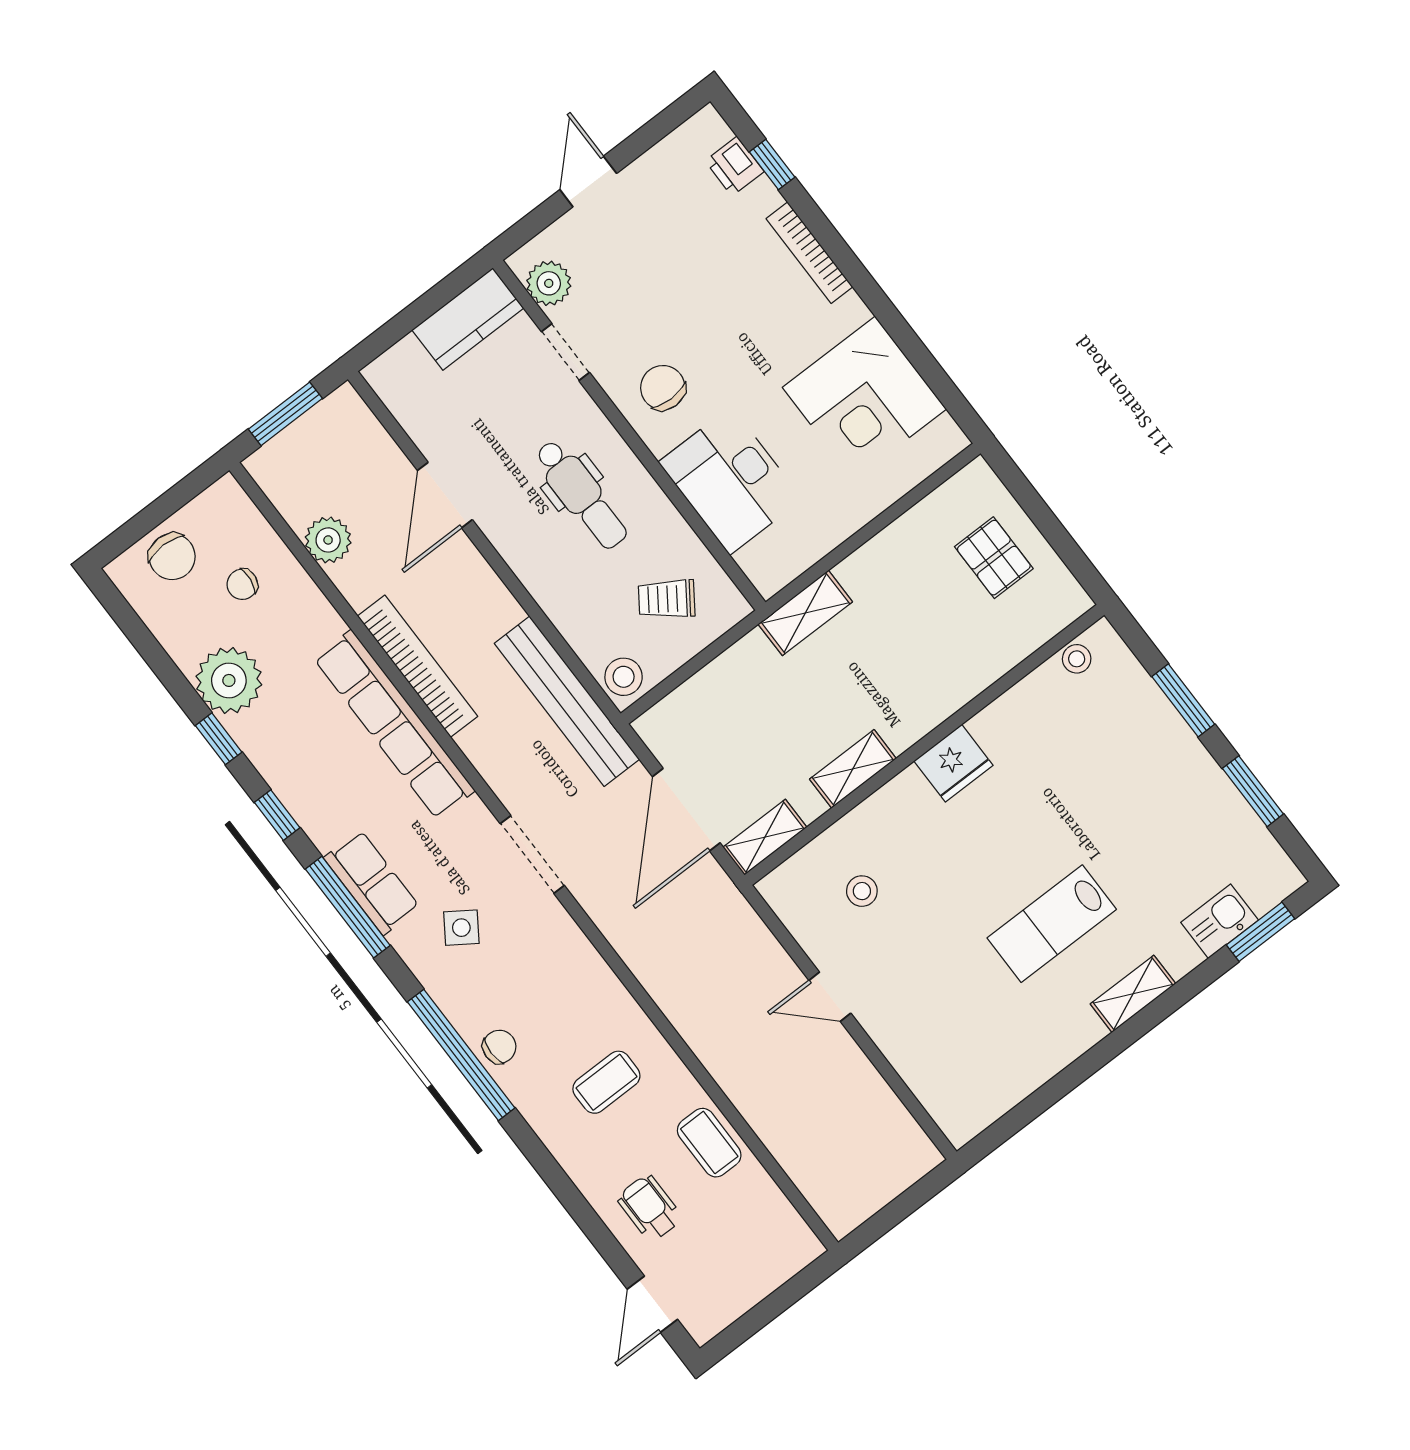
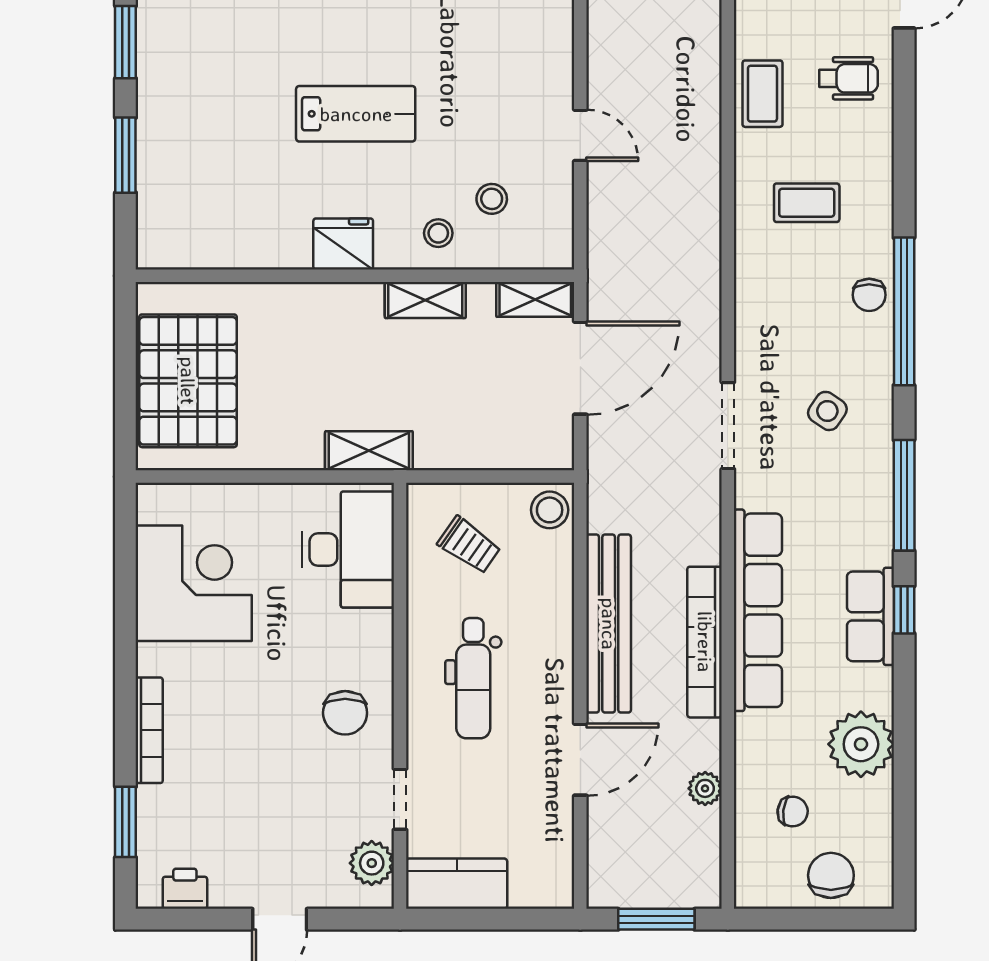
window: (772, 164) -> (125, 822), width x1.50
printer: (734, 166) -> (185, 889), moved, turned -90
desk: (730, 481) -> (348, 550), moved
dental chair: (581, 494) -> (473, 678), turned 180
plant: (328, 540) -> (705, 788), width x0.73, depth x0.73
pallet: (994, 558) -> (188, 381), width x2.05, depth x2.00
stool: (1077, 659) -> (438, 233), moved
bench: (567, 701) -> (609, 624), moved
window: (219, 739) -> (904, 705), removed
row of seats: (372, 882) -> (870, 616), moved
lab bench: (1052, 924) -> (356, 114), moved
chair: (499, 1047) -> (869, 295), turned -90
wheelchair: (650, 1208) -> (848, 78), turned -90

